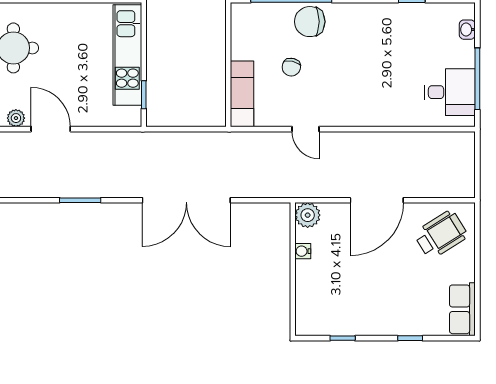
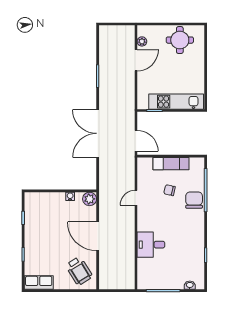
desk: (450, 92) -> (151, 245), moved, turned 90
exam couch: (242, 94) -> (171, 164), moved
door: (200, 129) -> (136, 141), added

